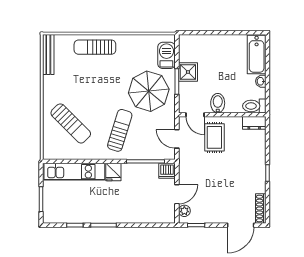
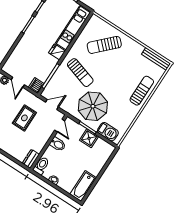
bathtub: (257, 54) -> (83, 186), moved, turned -90
door: (195, 115) -> (60, 125), swing flipped
rug: (214, 137) -> (24, 118), moved, turned 90

